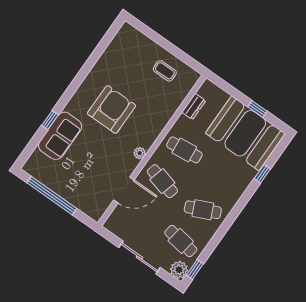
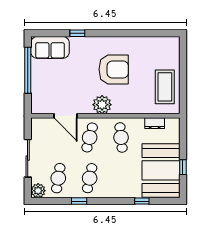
coffee table: (165, 71) -> (165, 87), width x1.86, depth x1.72
sofa: (60, 136) -> (50, 47), moved
plant: (140, 153) -> (102, 105), width x1.88, depth x1.88
cafe table: (203, 210) -> (90, 178), turned 36
window: (195, 269) -> (79, 201), moved

